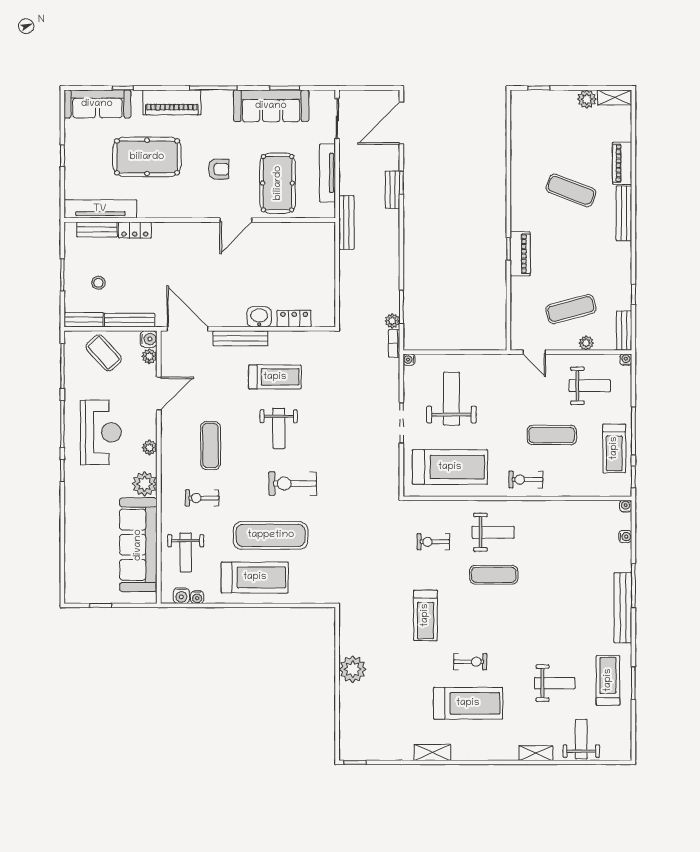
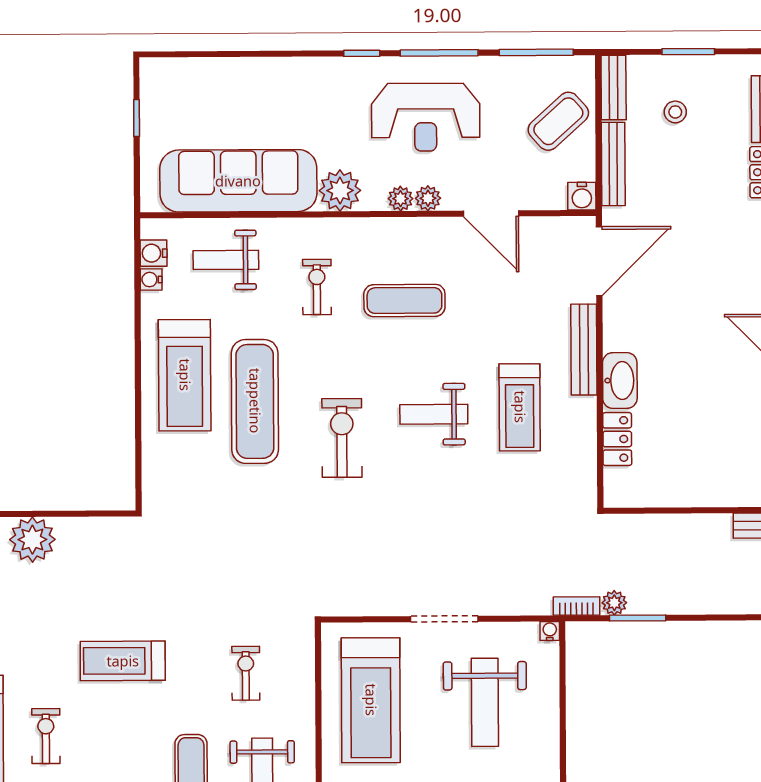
washbasin: (259, 317) -> (620, 381), width x1.38
plant: (149, 356) -> (428, 198), moved
weight bench: (451, 399) -> (485, 702), turned 90
exercise bike: (470, 662) -> (46, 736), turned 180

